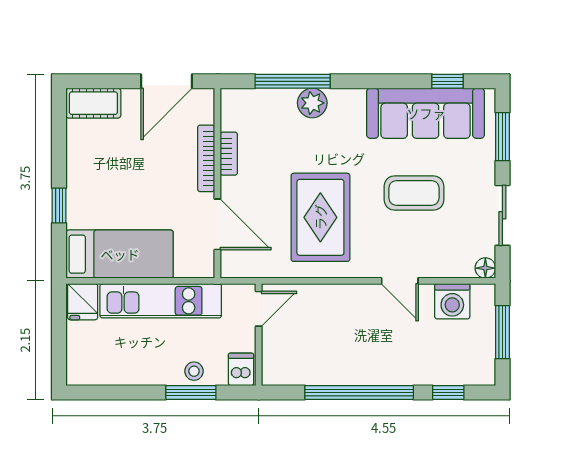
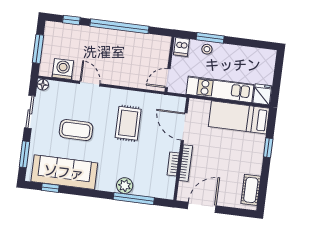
cot: (93, 103) -> (251, 190), moved, turned 90
rug: (320, 217) -> (128, 123), width x0.73, depth x0.70

